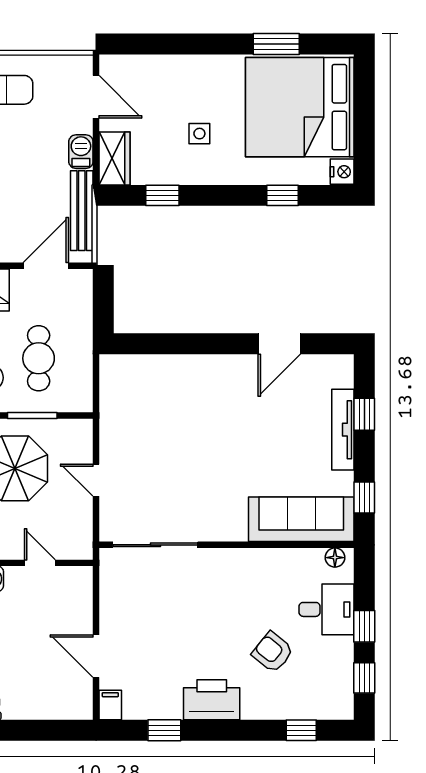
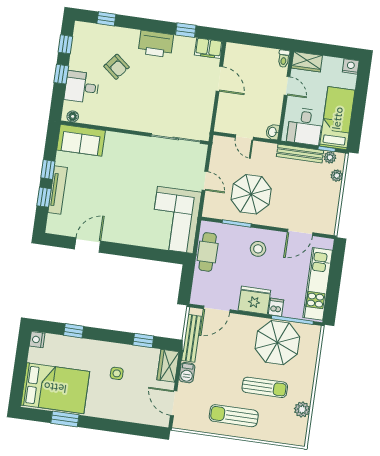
bed: (300, 107) -> (55, 388), width x0.73
cafe table: (39, 358) -> (208, 252), moved
corner sofa: (137, 407) -> (175, 220), added
window: (364, 498) -> (48, 170), moved
sofa: (301, 519) -> (81, 140), width x0.73
filing cabinet: (110, 705) -> (209, 48), width x2.00

